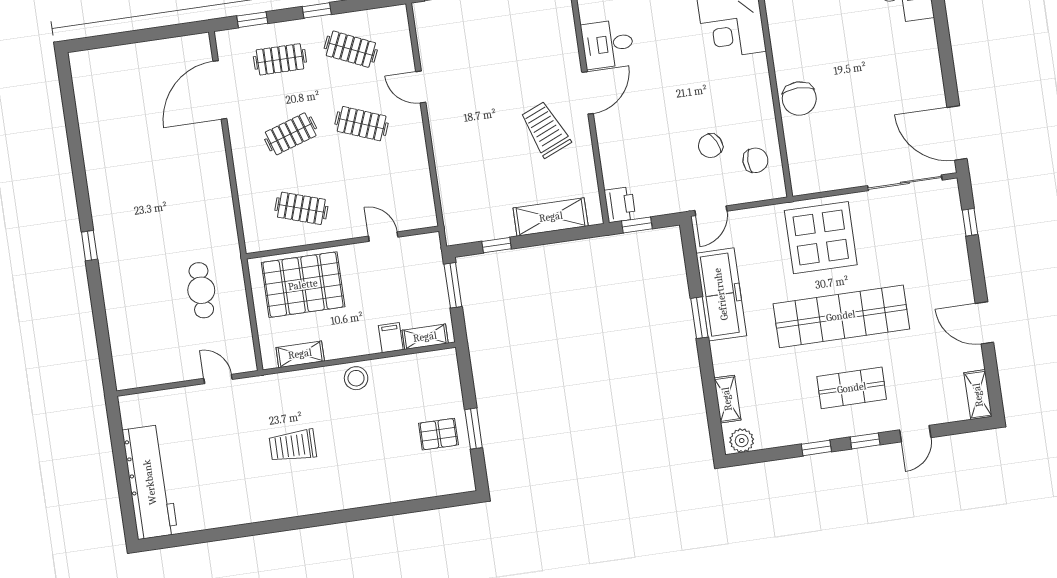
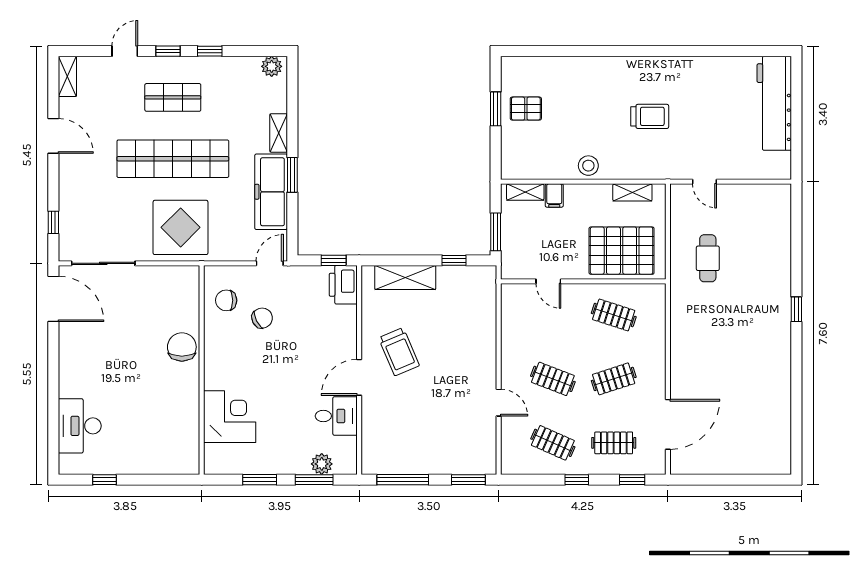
printer: (620, 205) -> (343, 285), width x1.37, depth x1.19
shelving: (727, 399) -> (279, 133), moved

